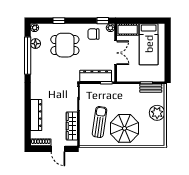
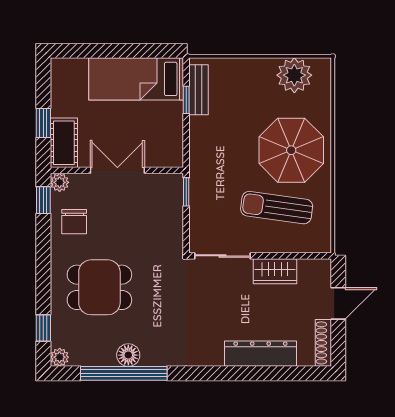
window: (59, 21) -> (43, 328), moved
window: (136, 21) -> (43, 123), added
floor lamp: (35, 44) -> (128, 355), moved
bed: (149, 44) -> (136, 79), moved, turned 180
dining table: (65, 45) -> (99, 287), turned 90
dresser: (96, 76) -> (170, 217), removed
plant: (157, 113) -> (294, 75), moved
wardrobe: (72, 126) -> (275, 271), width x0.67

